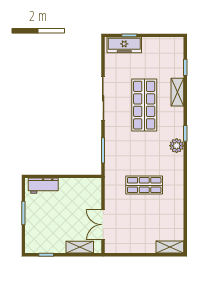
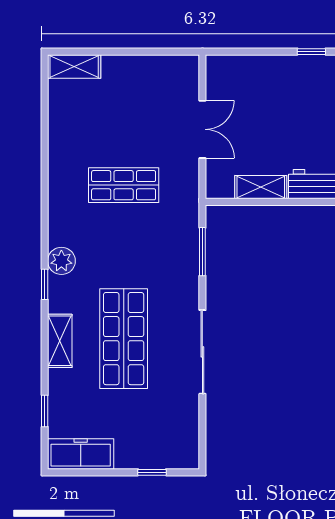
freezer: (124, 45) -> (81, 454), moved
shelving: (177, 92) -> (60, 341), moved
double door: (103, 225) -> (202, 129), moved
shelving: (80, 247) -> (261, 187), moved

